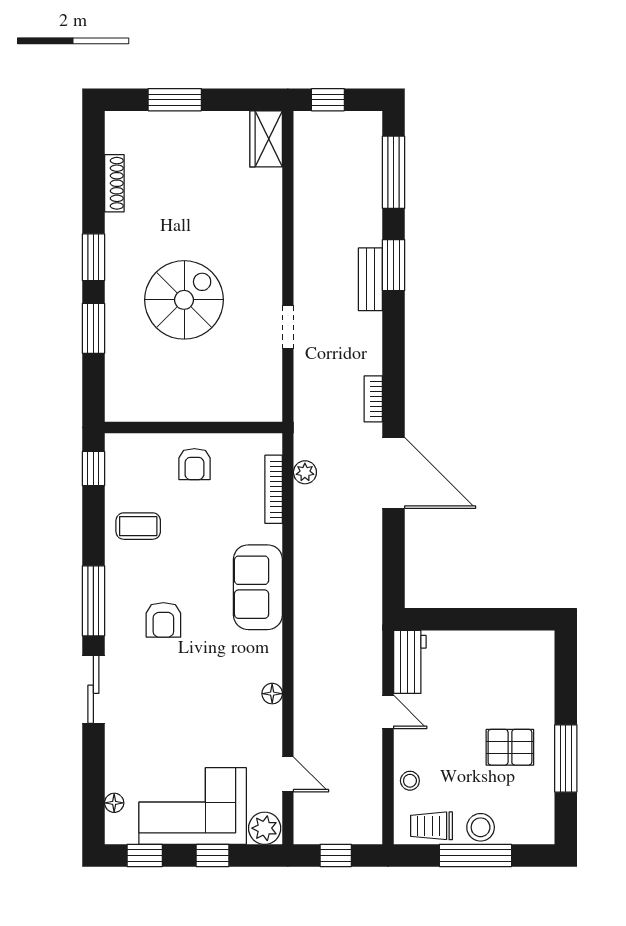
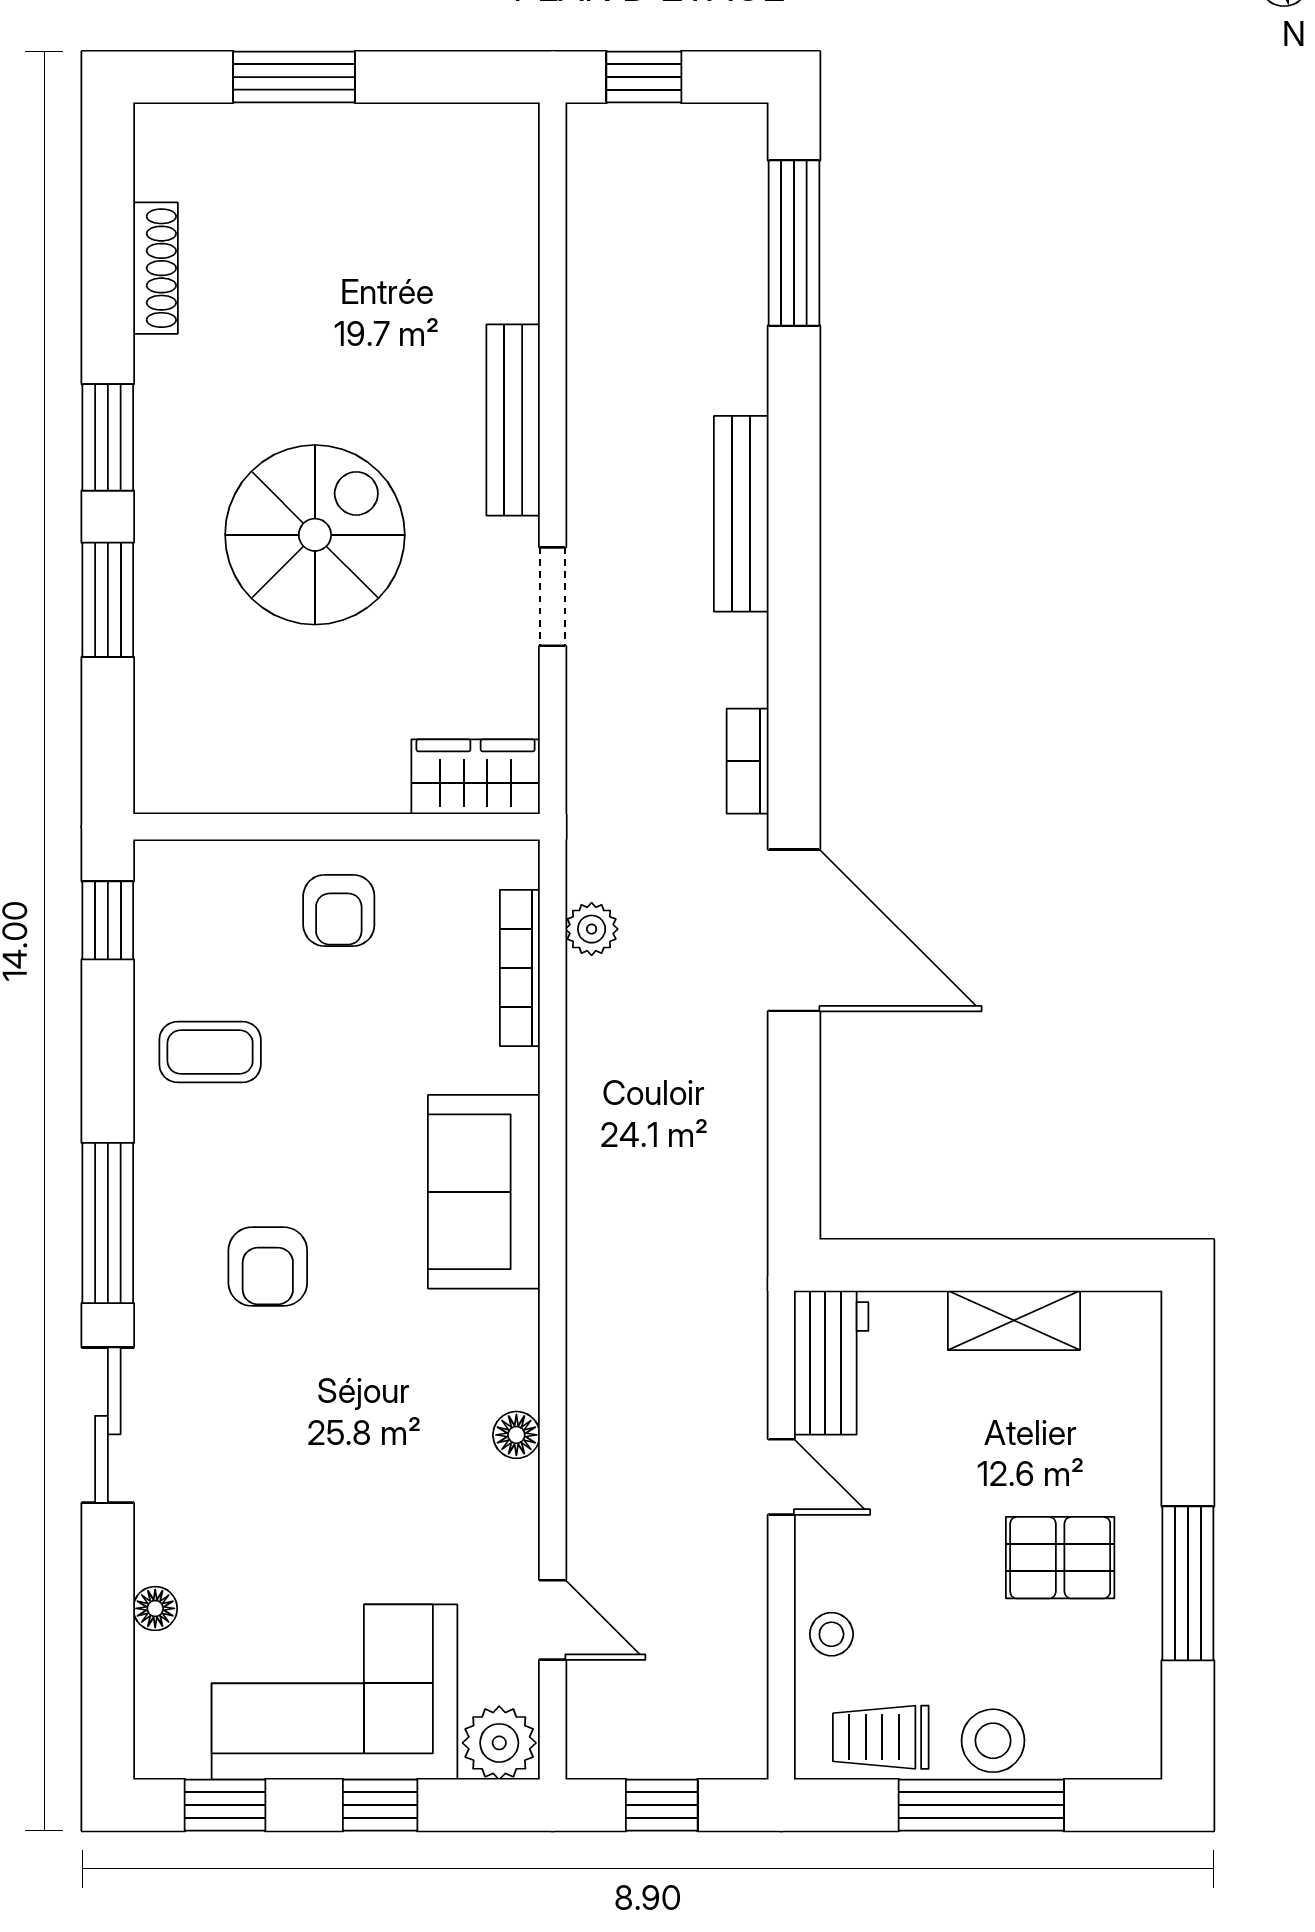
wardrobe: (266, 139) -> (476, 777), moved, turned 90
bench: (271, 250) -> (513, 420), added
window: (394, 265) -> (794, 455), removed
bench: (370, 279) -> (741, 514), width x1.36
shelving: (490, 643) -> (1014, 1320), added
floor lamp: (114, 803) -> (155, 1608), moved

